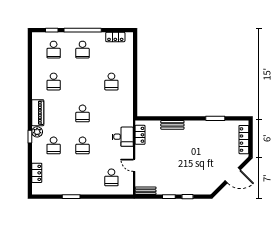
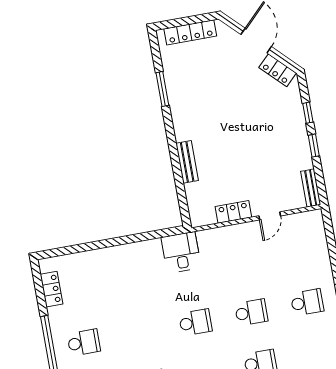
school desk: (111, 82) -> (130, 282), removed
locker: (140, 135) -> (233, 212), moved
desk: (123, 137) -> (181, 252), moved
school desk: (111, 177) -> (307, 302), moved
locker: (214, 184) -> (278, 70), added

